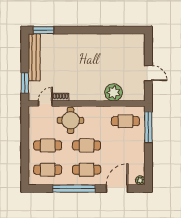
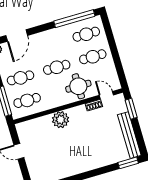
plant: (114, 92) -> (61, 120), moved
door: (45, 103) -> (106, 95), swing flipped
cafe table: (87, 170) -> (21, 78), moved
window: (74, 189) -> (74, 19), moved

